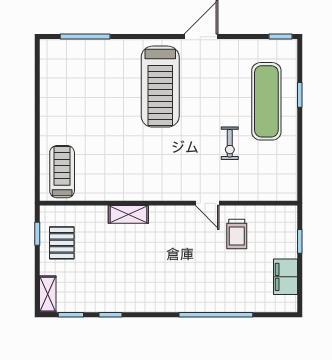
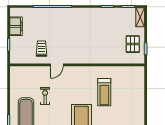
treadmill: (62, 172) -> (104, 92), moved
door: (207, 203) -> (57, 65), swing flipped
shelving: (128, 214) -> (98, 59), removed

